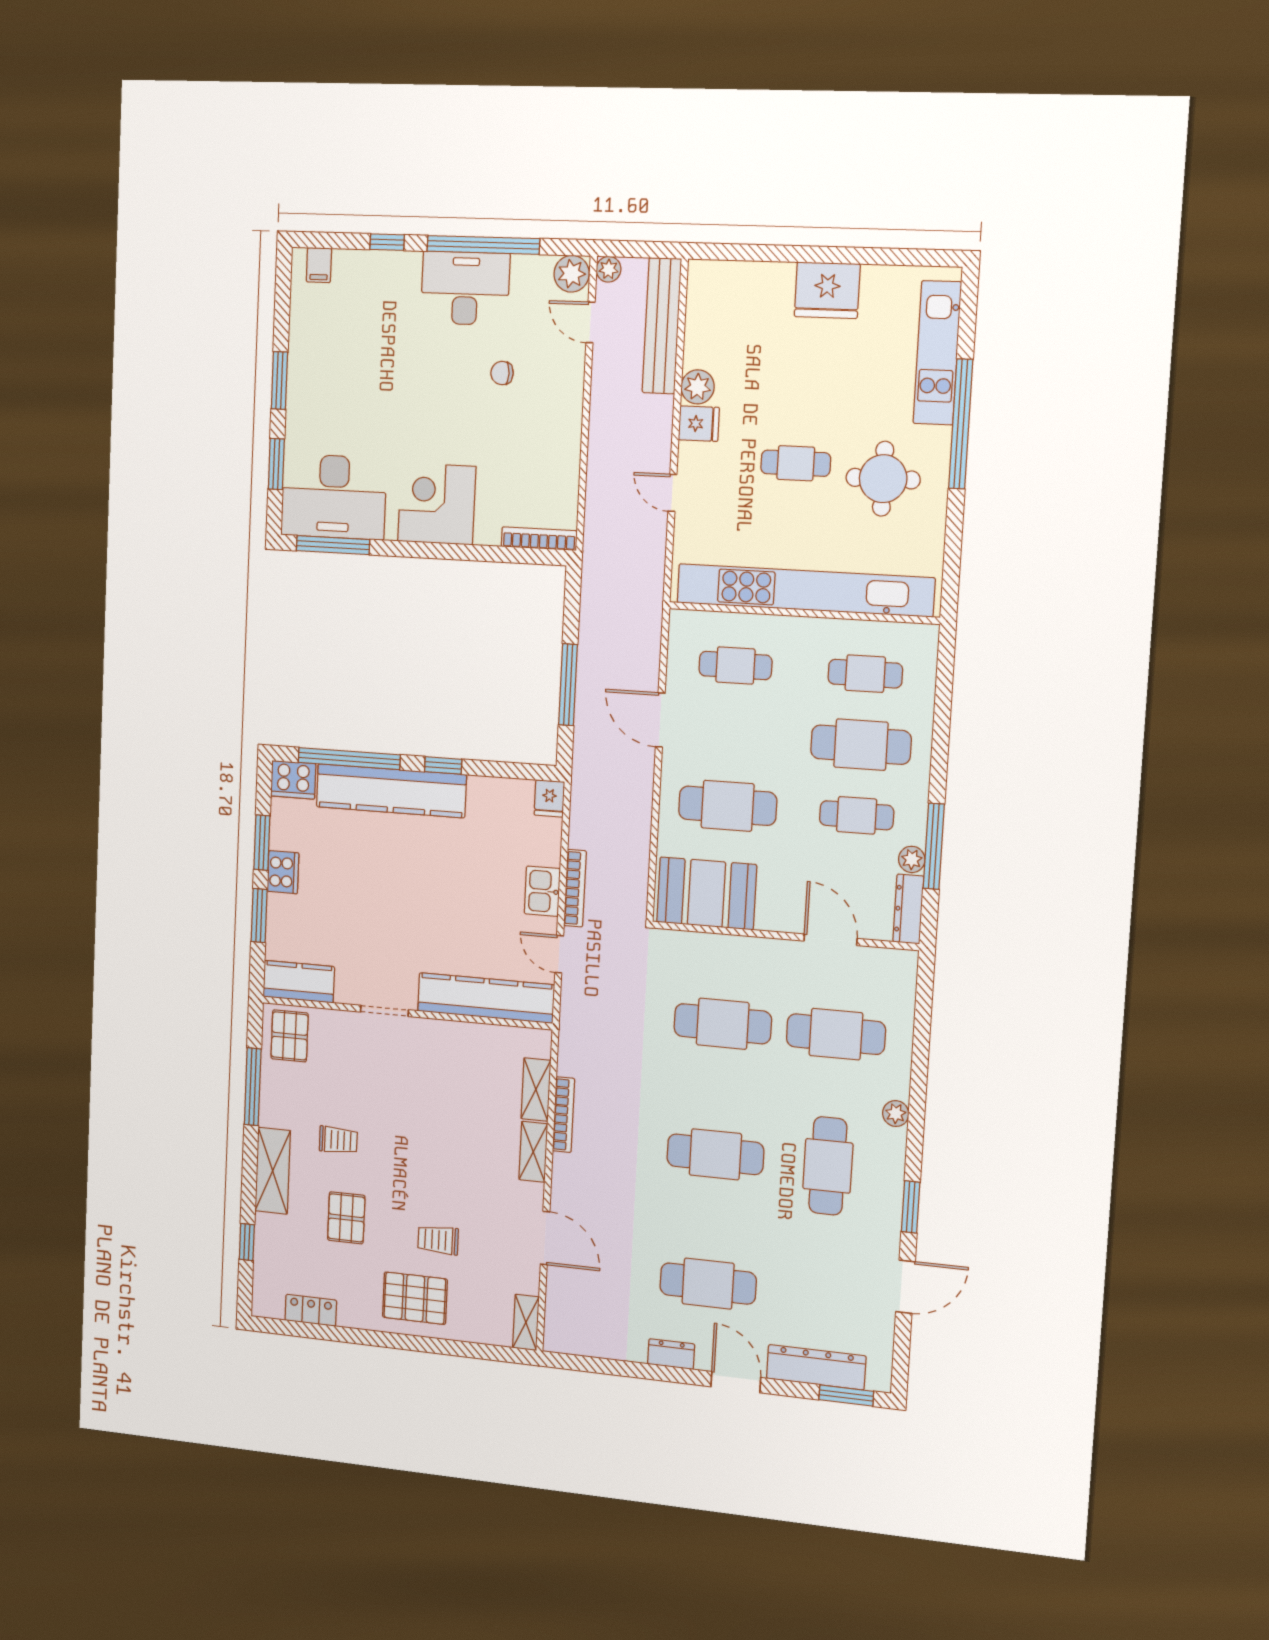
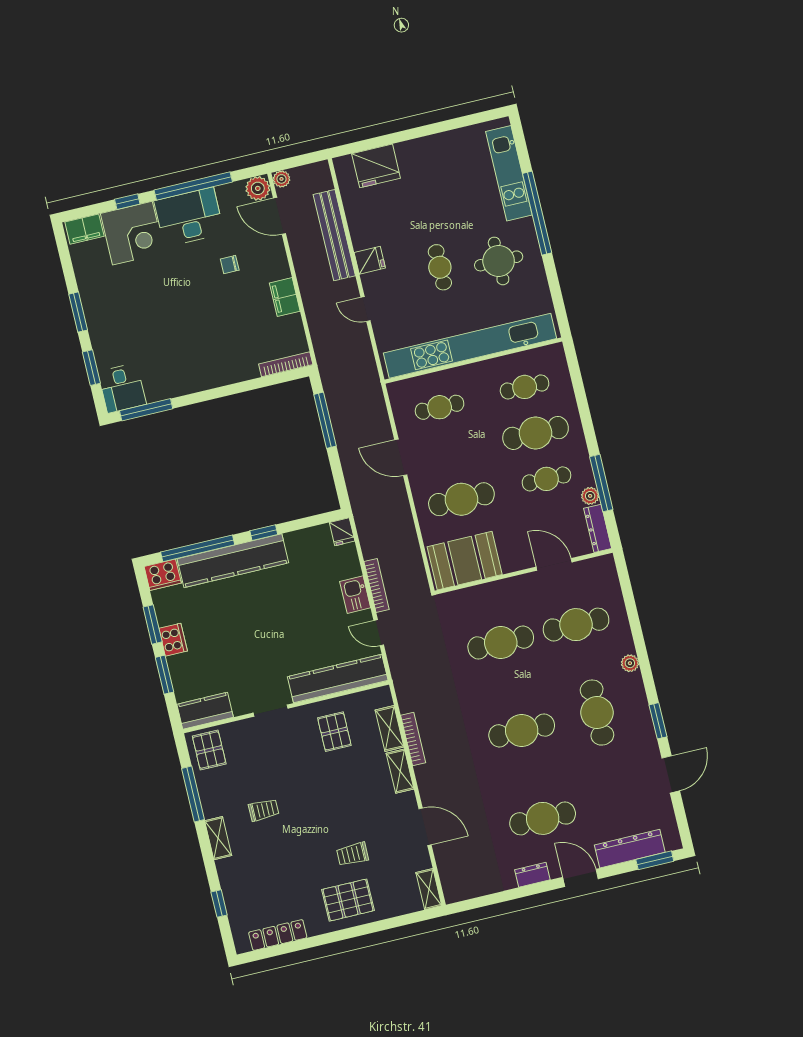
filing cabinet: (319, 265) -> (84, 229), width x2.00
fridge: (827, 290) -> (376, 166), moved
door: (591, 322) -> (279, 216), width x1.38
bench: (662, 326) -> (334, 235), moved
plant: (698, 387) -> (362, 237), removed
filing cabinet: (565, 442) -> (285, 297), added
cafe table: (796, 463) -> (440, 267), turned 90
desk: (334, 497) -> (122, 388), width x0.53, depth x0.77
corner desk: (437, 504) -> (132, 233), moved, turned 180
window: (568, 685) -> (325, 420), moved
shelving: (273, 1171) -> (218, 838), width x0.67, depth x0.75
pallet: (346, 1218) -> (334, 732), moved
locker: (311, 1310) -> (278, 935), width x1.53

